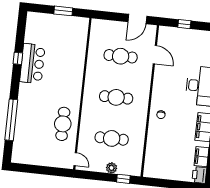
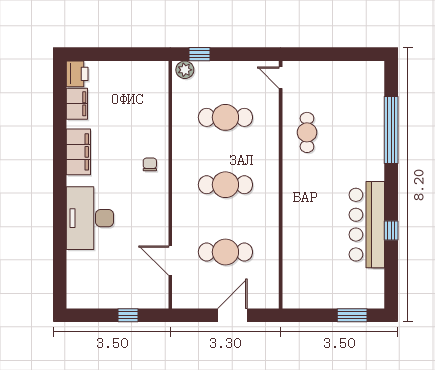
window: (63, 11) -> (352, 315), moved
door: (137, 19) -> (232, 315), moved
bar counter: (32, 64) -> (367, 225), width x1.36
cafe table: (63, 124) -> (307, 132), width x0.73, depth x0.74
plant: (112, 168) -> (185, 70), moved

